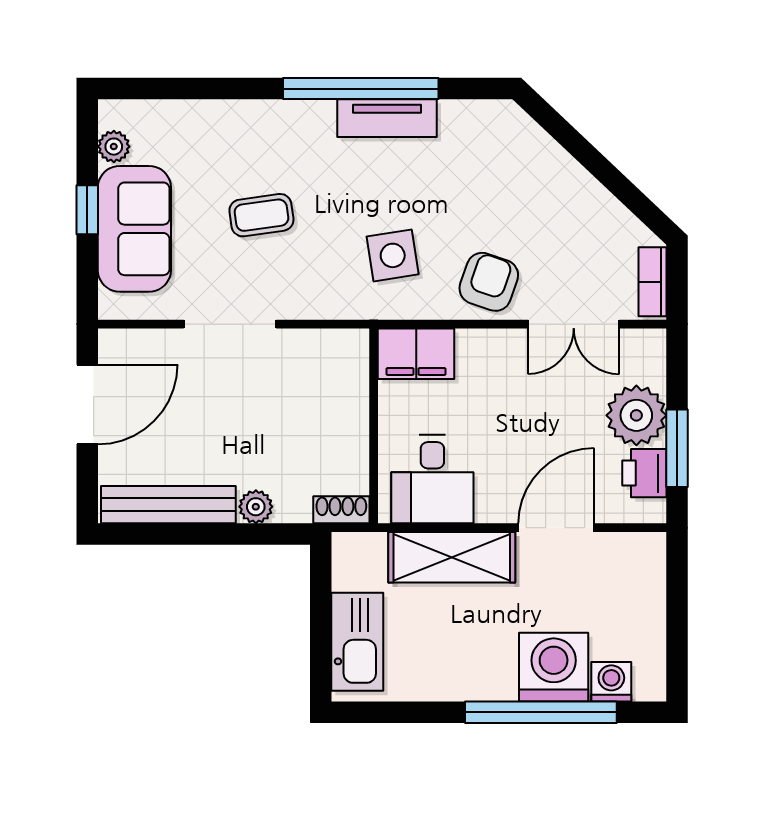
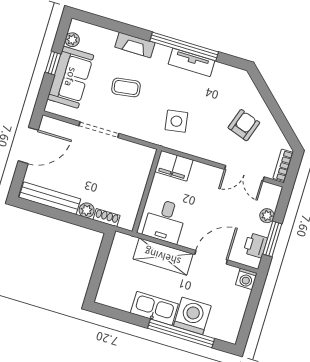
fireplace: (253, 117) -> (135, 45), added
armchair: (489, 282) -> (244, 125), moved
plant: (636, 415) -> (267, 216), width x0.53, depth x0.53
shoe rack: (341, 510) -> (107, 218), moved
kitchen sink: (357, 642) -> (154, 308), moved, turned -90
washing machine: (611, 682) -> (246, 279), moved, turned 180

